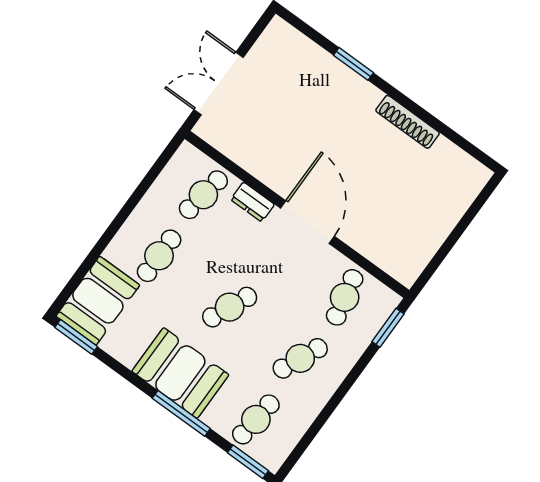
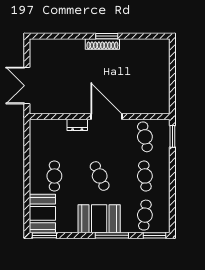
window: (354, 64) -> (107, 36), moved
shoe rack: (408, 122) -> (102, 44), moved
cafe table: (203, 195) -> (54, 137), removed
cafe table: (230, 307) -> (100, 176), turned -48
cafe table: (300, 358) -> (145, 176), turned -30

